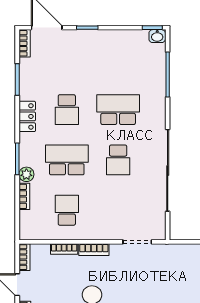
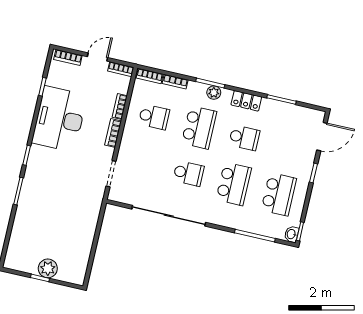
bookcase: (25, 43) -> (150, 76), moved
school desk: (118, 59) -> (279, 194), added
school desk: (67, 110) -> (244, 138), turned 180
school desk: (118, 160) -> (188, 173), turned 180
plant: (26, 174) -> (214, 93), moved

